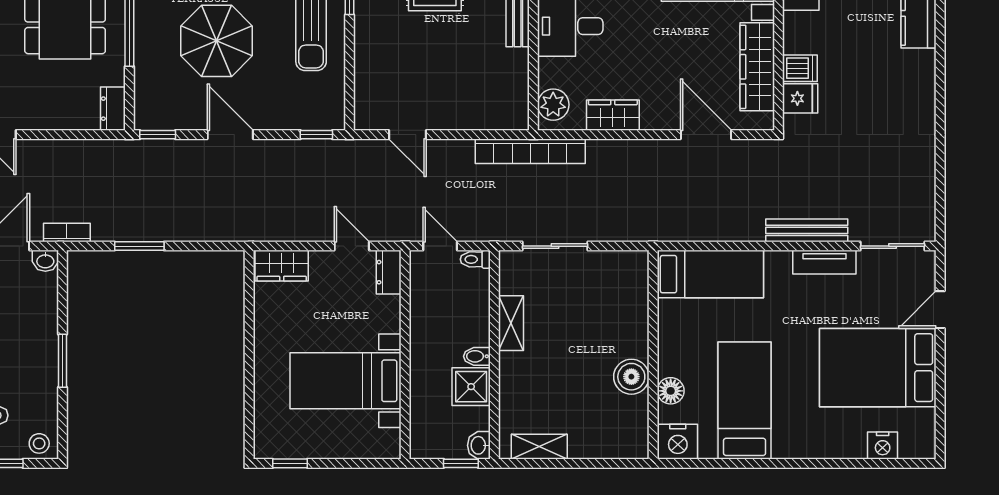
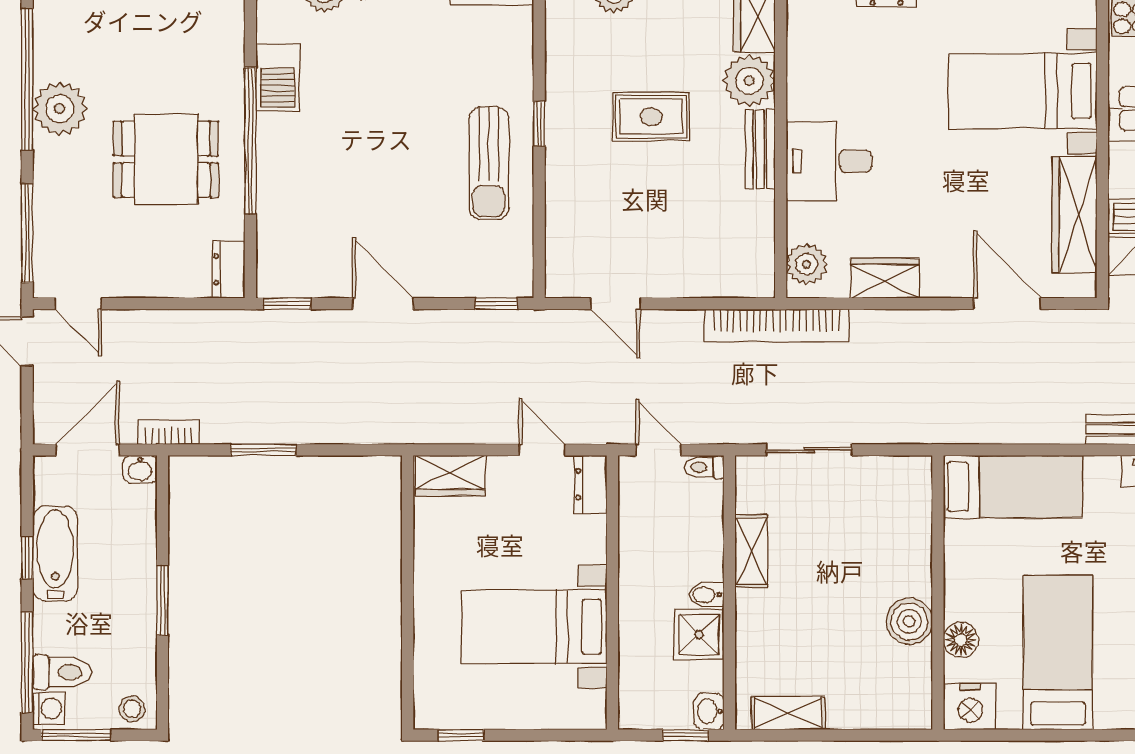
parasol: (217, 41) -> (365, 181), removed

